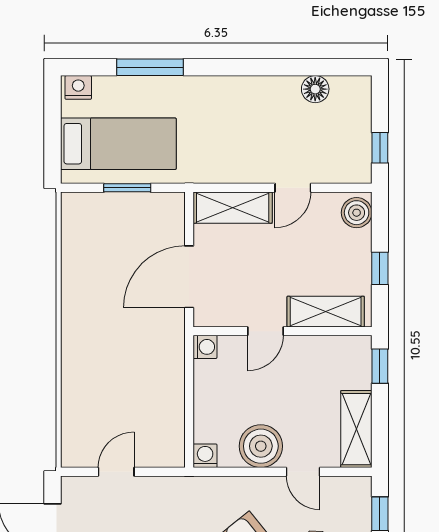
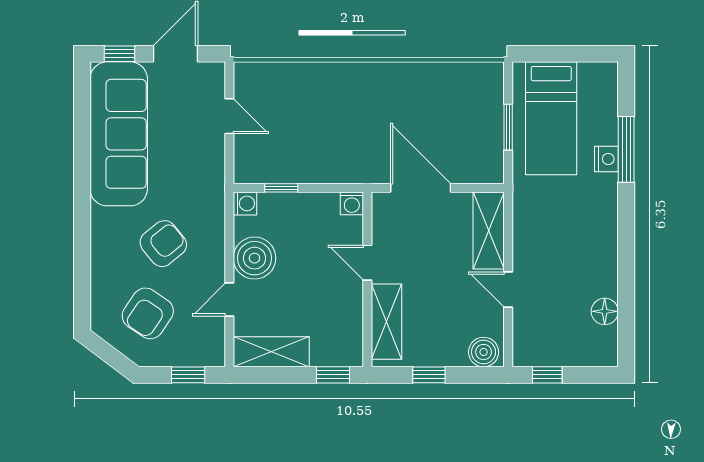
nightstand: (78, 87) -> (606, 159), moved
window: (189, 419) -> (281, 188), added

